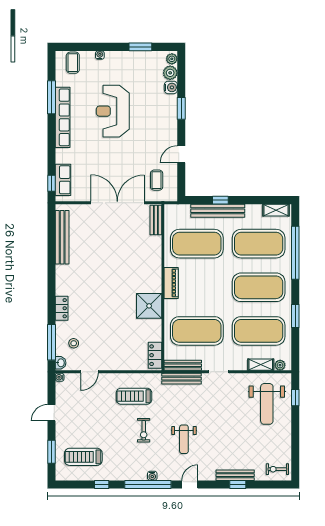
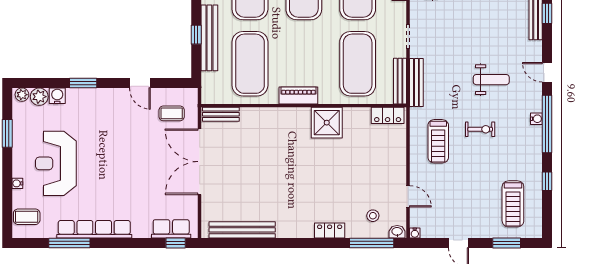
reception desk: (113, 111) -> (56, 163), moved, turned 90

